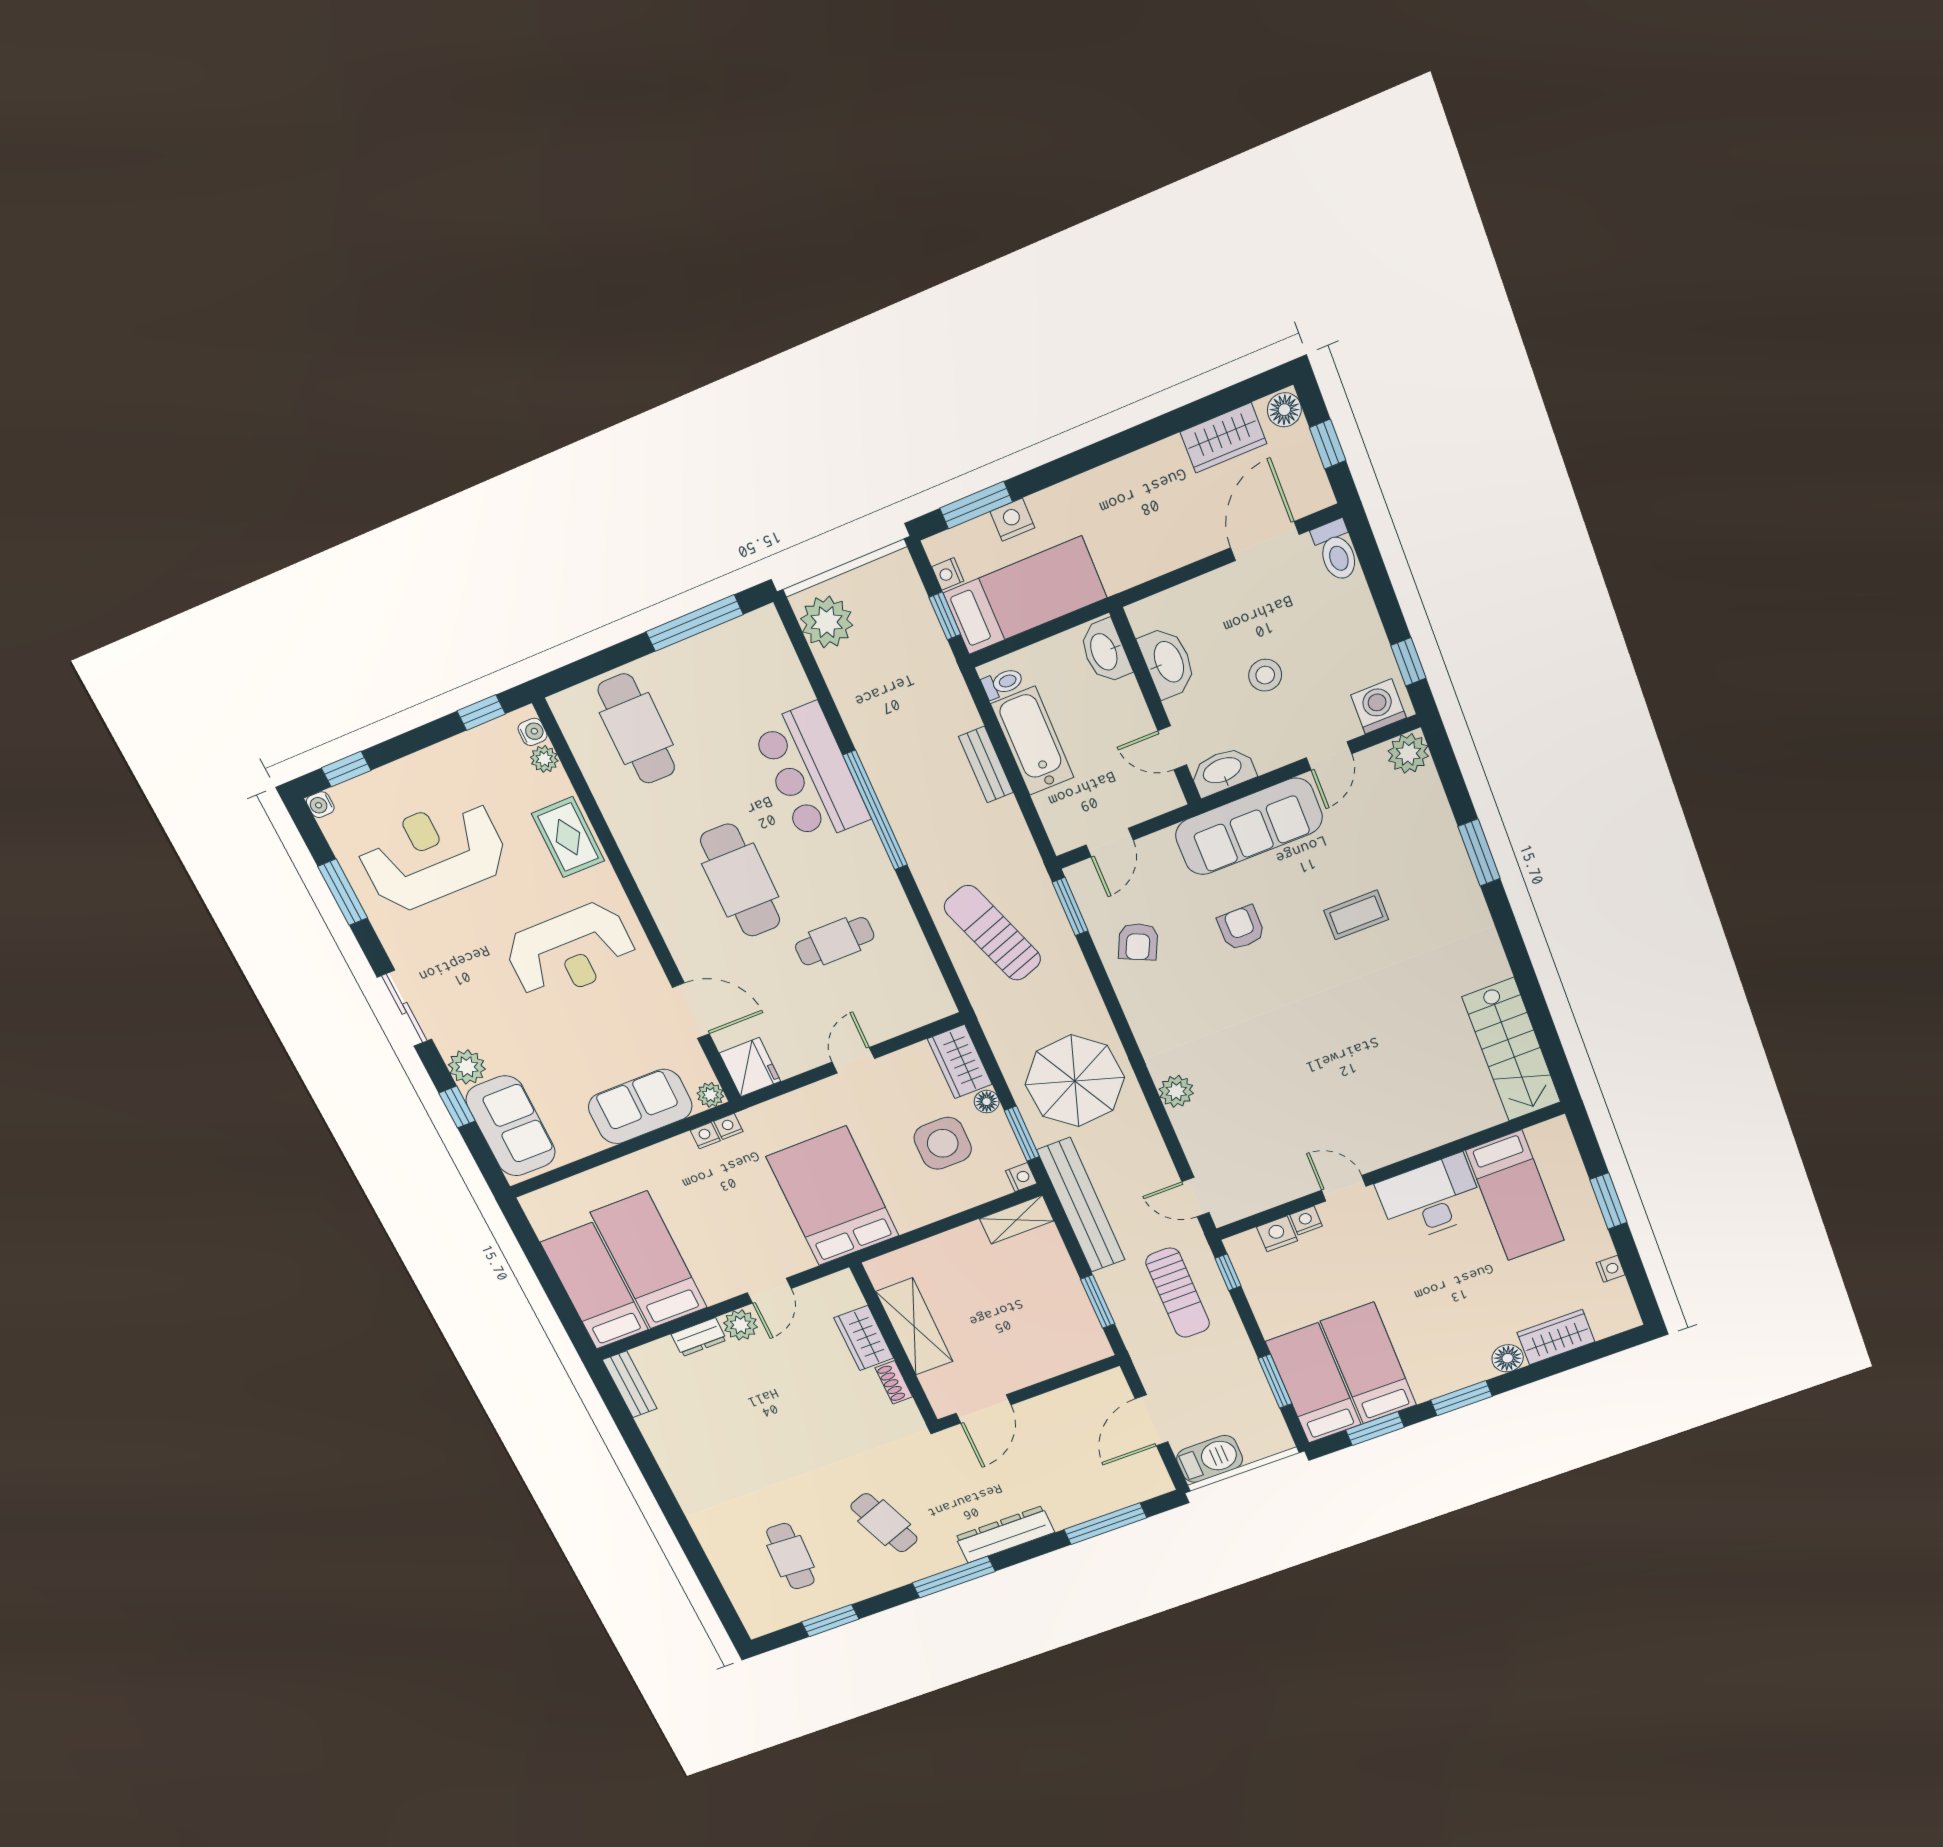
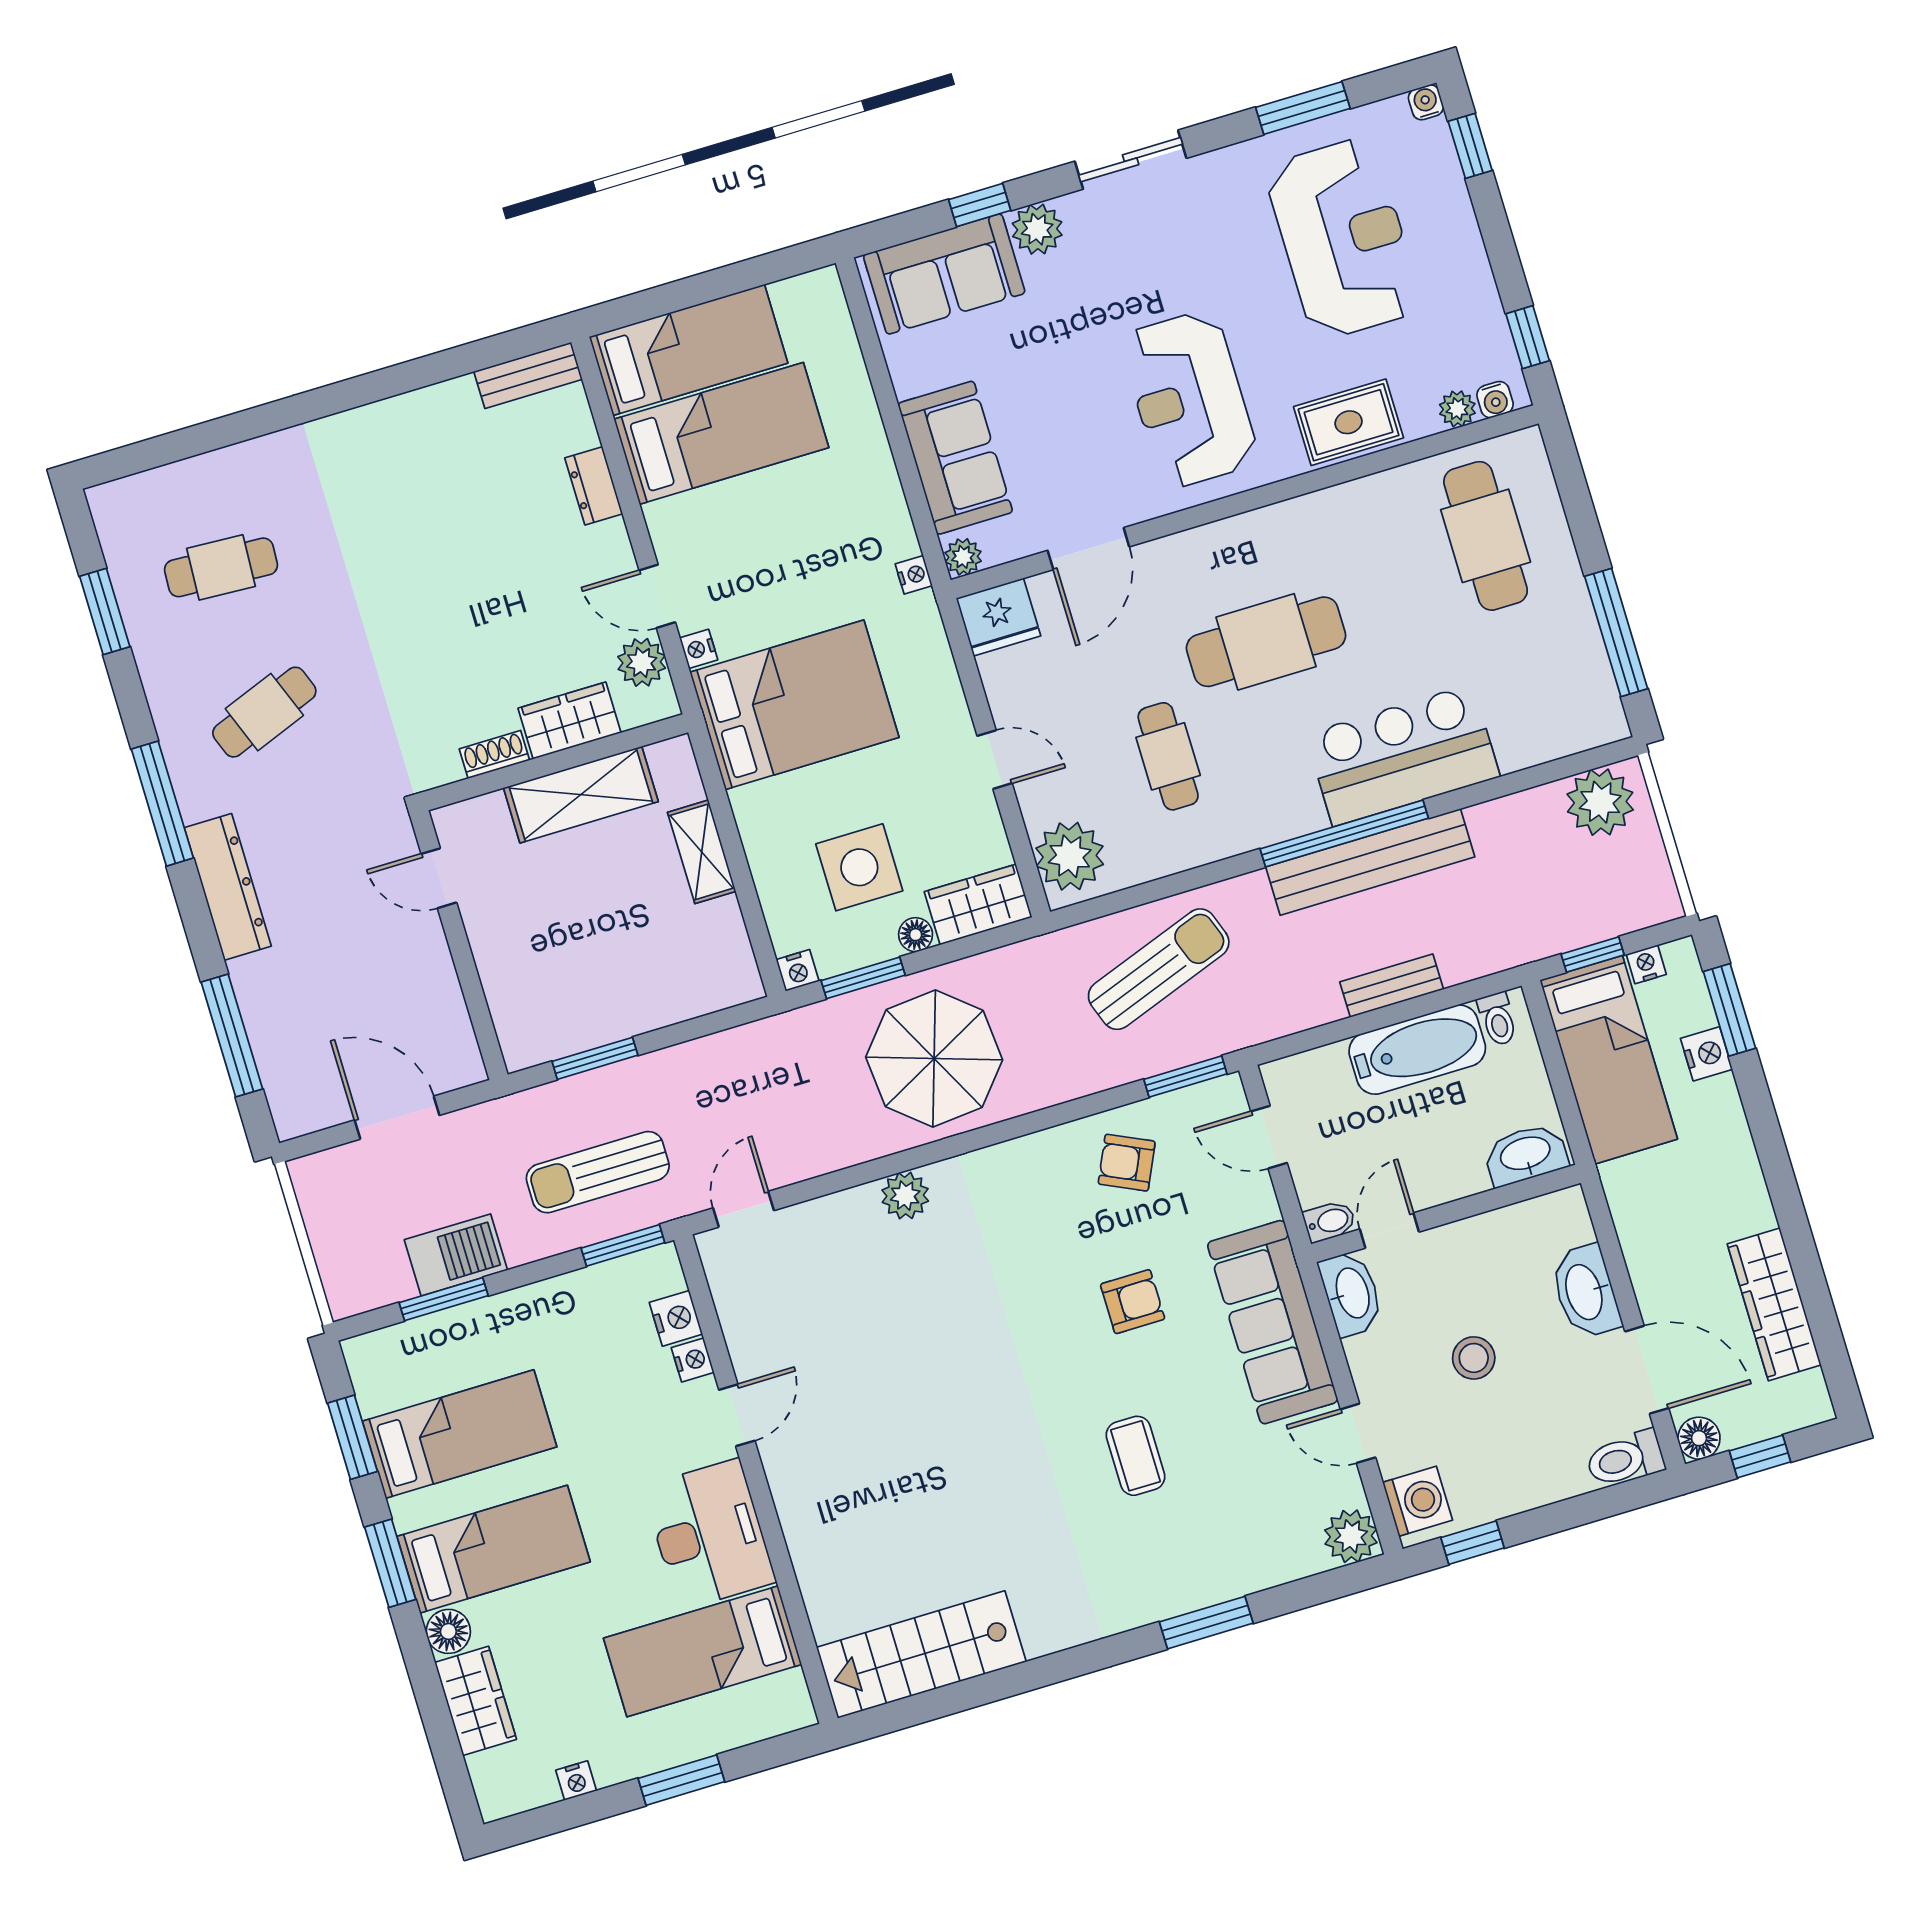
floor lamp: (1284, 410) -> (1699, 1438), moved
wardrobe: (1223, 438) -> (1774, 1304), width x1.50
washbasin: (1168, 662) -> (1585, 1292), moved, turned 90
cafe table: (636, 729) -> (1486, 536), turned 90
bidet: (1169, 792) -> (1330, 1221), added
plant: (917, 1002) -> (1070, 856), added
nightstand: (705, 1136) -> (699, 649), moved, turned 180
bench: (1081, 1205) -> (1370, 862), moved
shelving: (1017, 1220) -> (702, 852), moved
window: (1228, 1272) -> (623, 1245), width x1.50
plant: (741, 1325) -> (642, 662), moved
bed: (1313, 1383) -> (494, 1549), moved
door: (983, 1409) -> (439, 878), width x0.73
barbecue: (1210, 1459) -> (456, 1255), moved, turned -90

